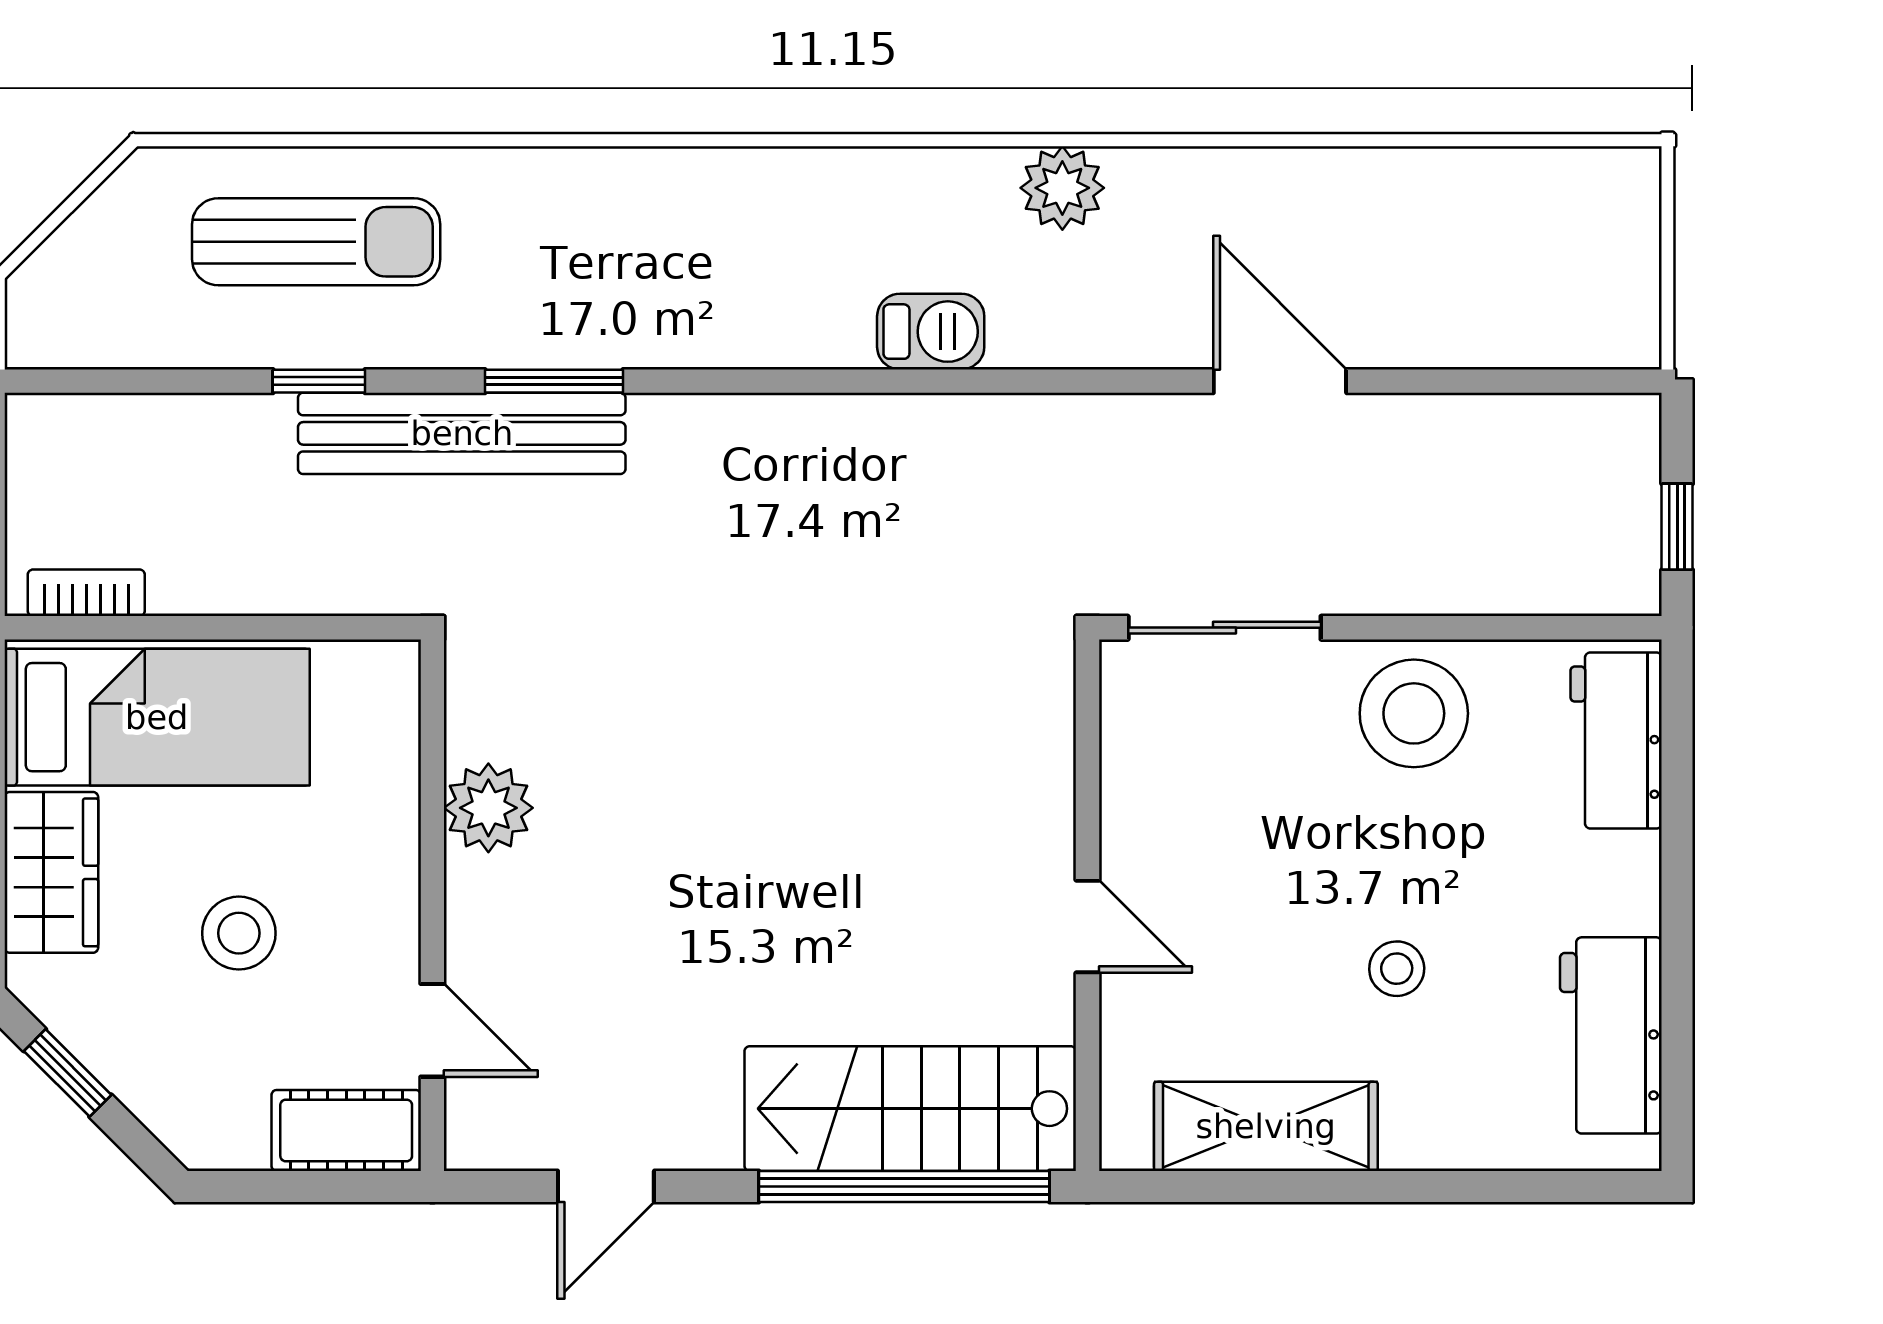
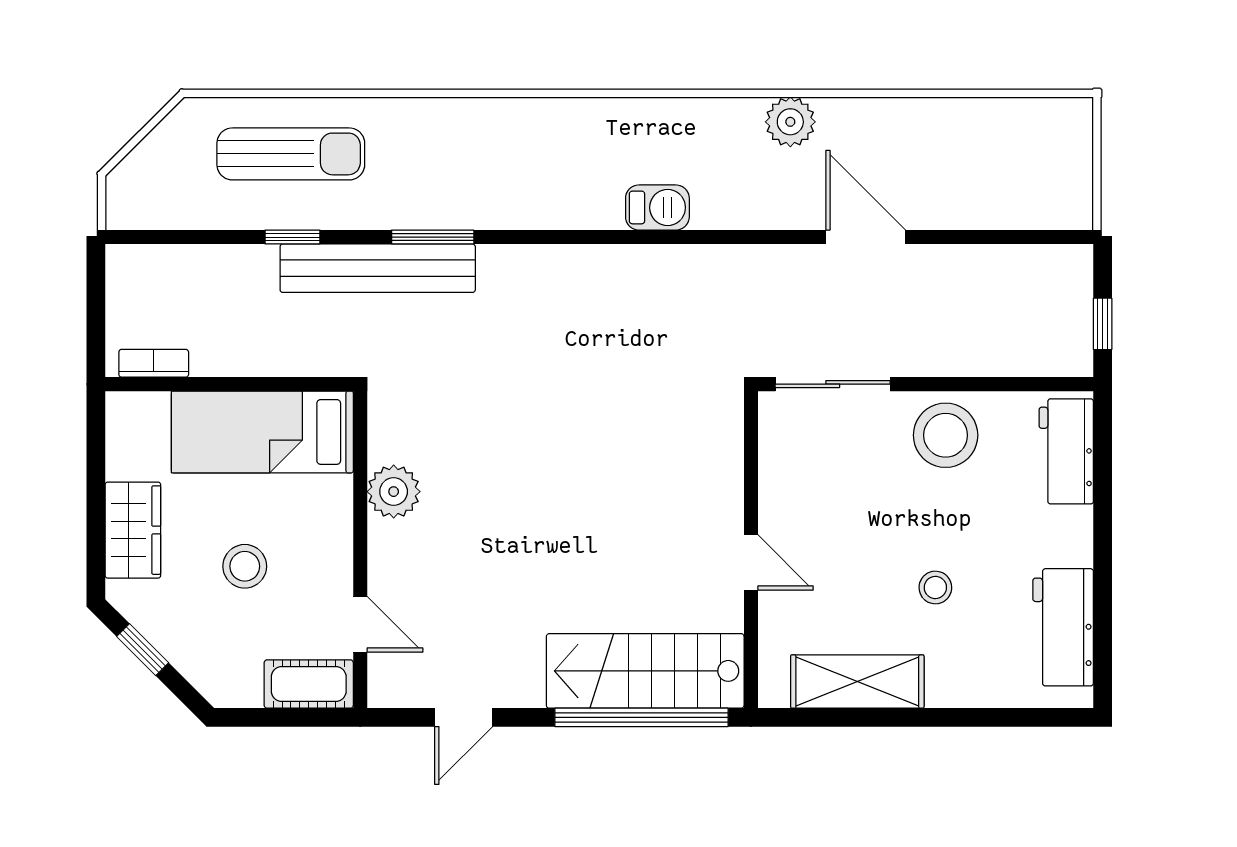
plant: (1062, 188) -> (790, 122), moved
bed: (157, 717) -> (262, 432), moved, turned 180

